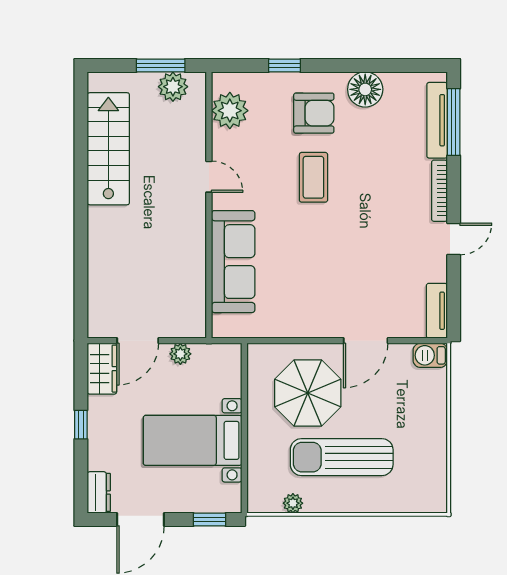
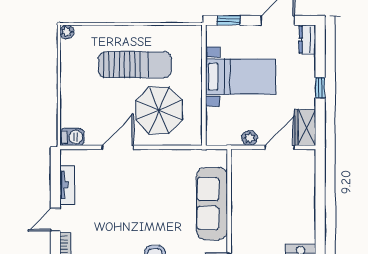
tv unit: (437, 311) -> (67, 185), moved
plant: (293, 503) -> (67, 32), moved

